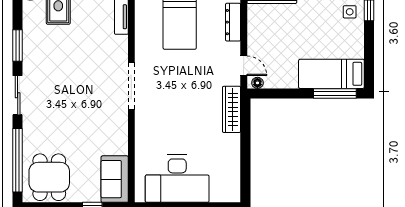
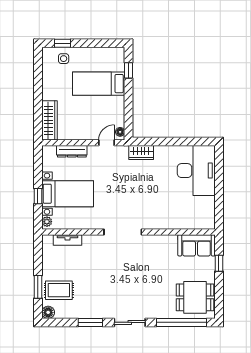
bed: (331, 74) -> (99, 84), moved, turned 90
window: (335, 93) -> (128, 70), width x0.46
wardrobe: (232, 109) -> (141, 152), width x0.67
desk: (177, 179) -> (196, 171), moved

